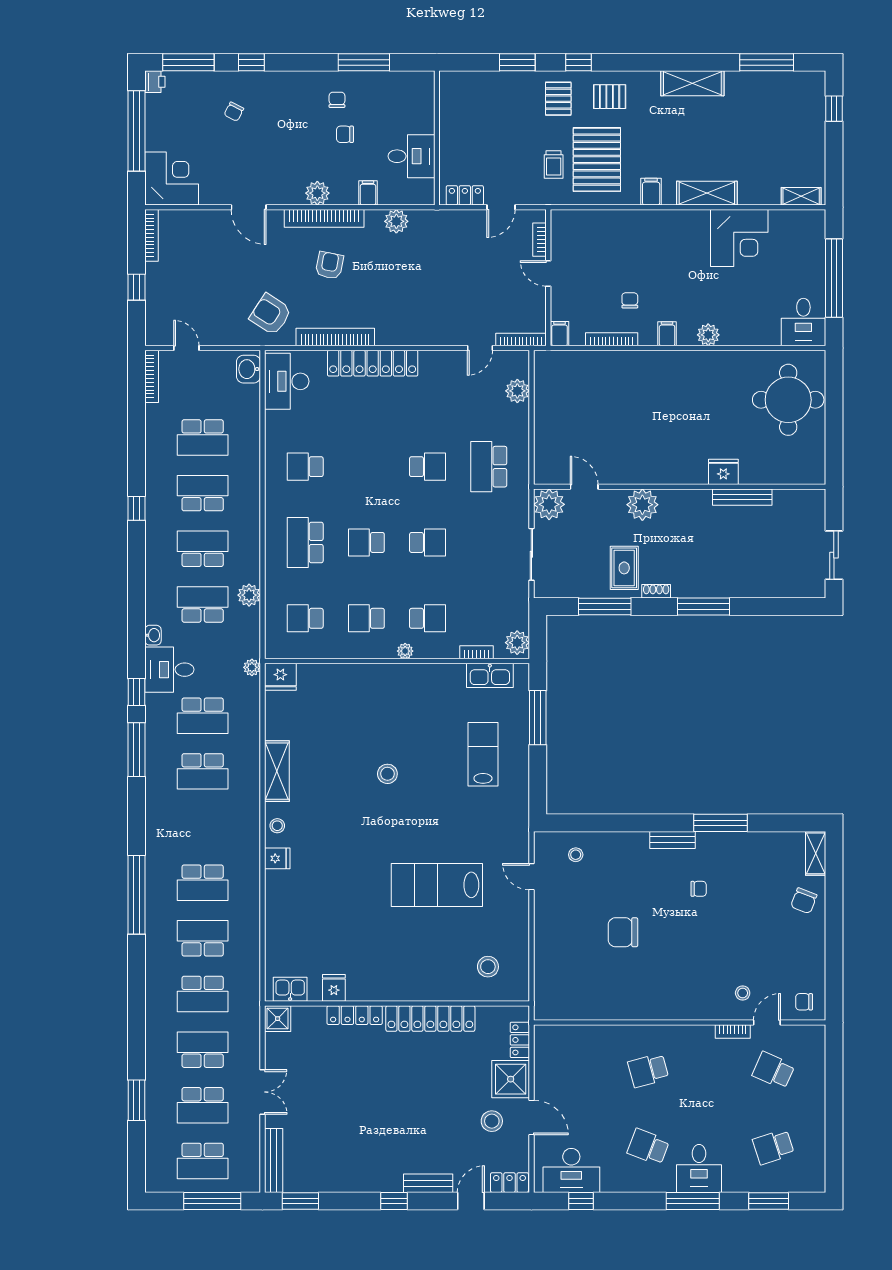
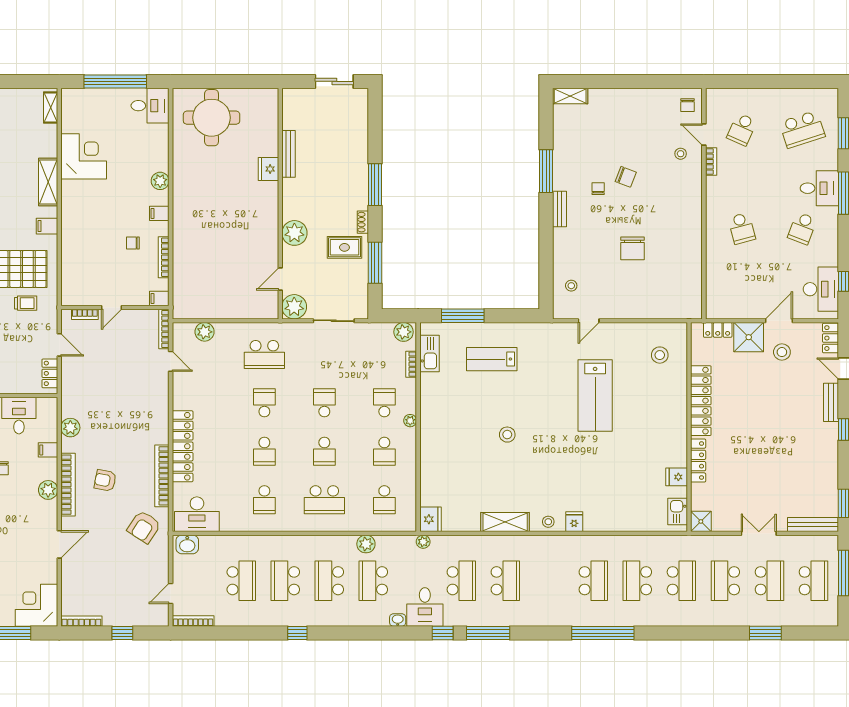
school desk: (366, 467) -> (264, 451), added
chair: (804, 901) -> (626, 177), moved
school desk: (773, 1147) -> (802, 129), width x1.85

